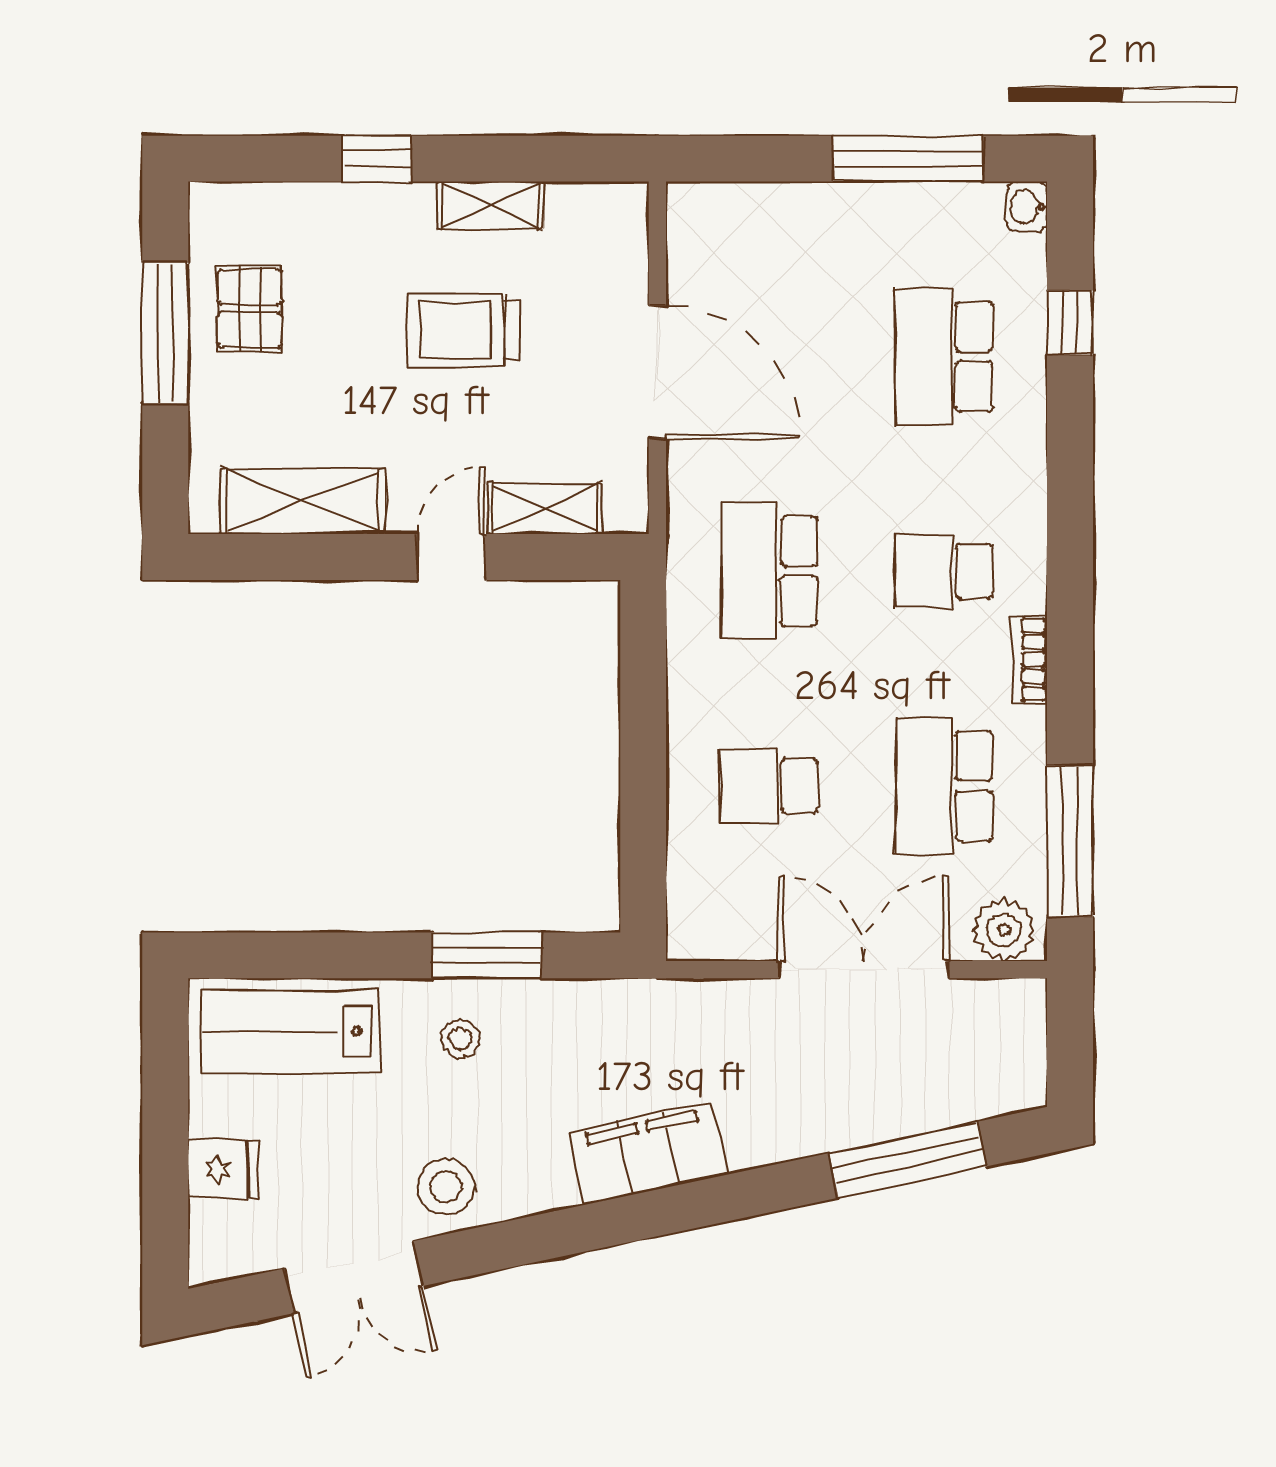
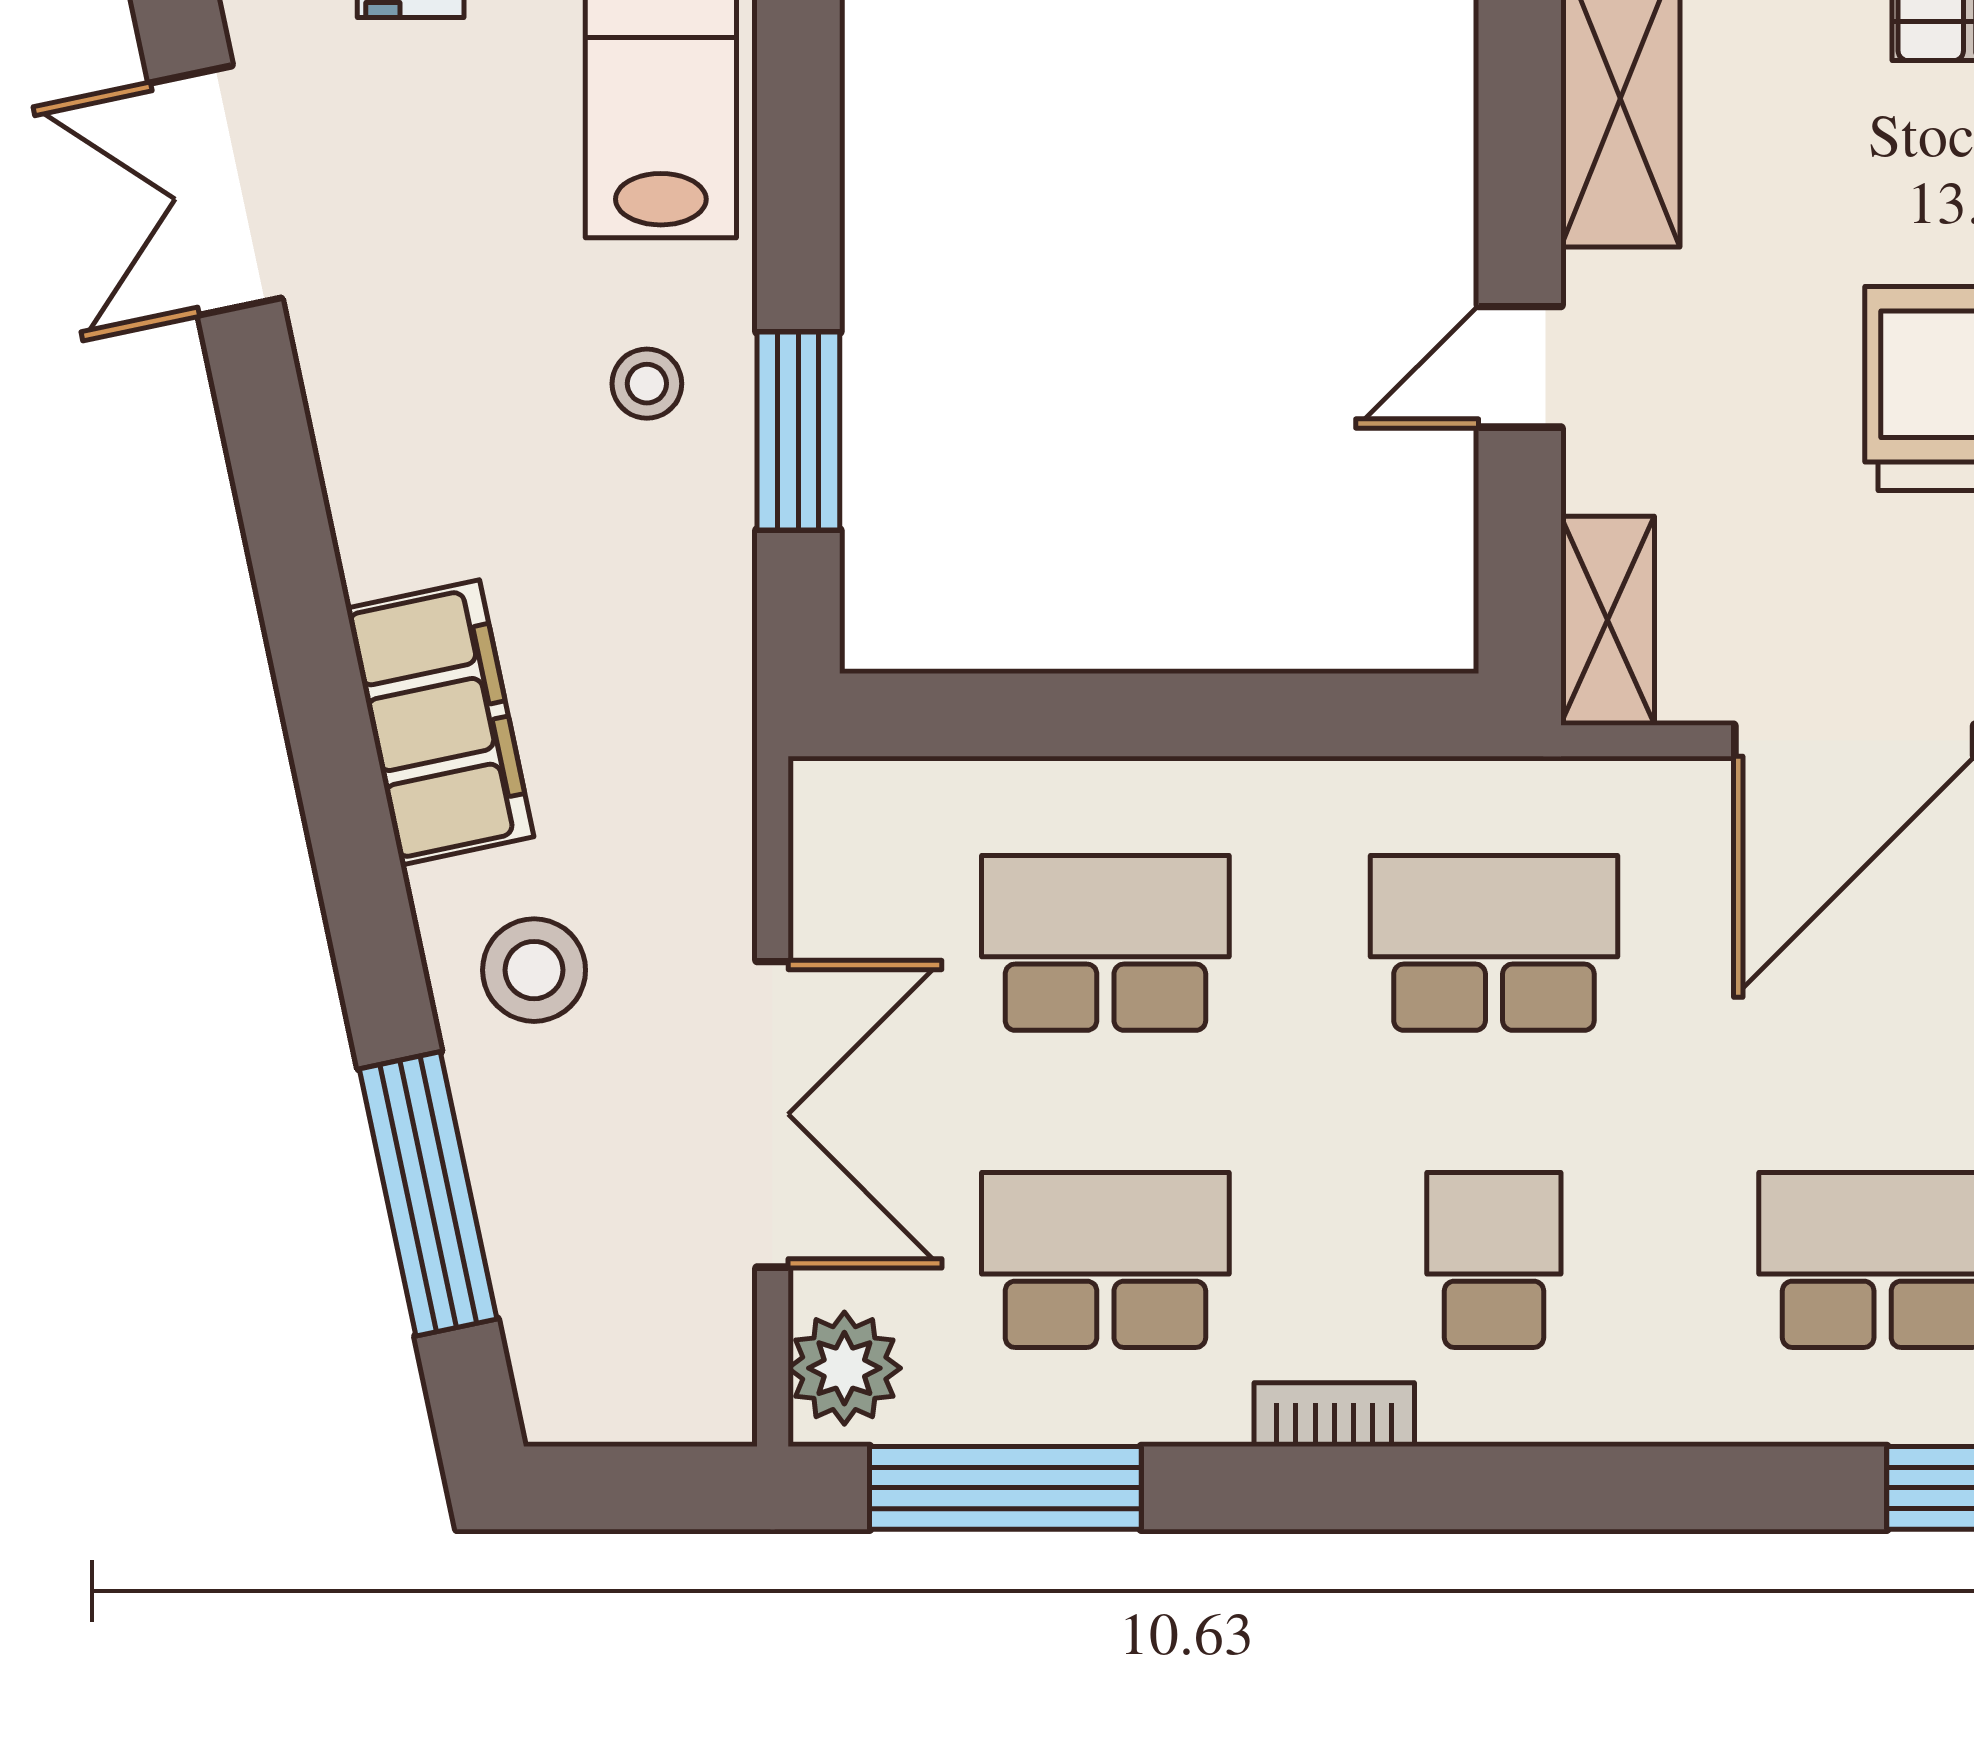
shelving: (545, 508) -> (1608, 620), moved
door: (451, 557) -> (1520, 367), swing flipped
school desk: (769, 786) -> (1105, 943), width x1.85
stool: (445, 1187) -> (534, 970), moved

